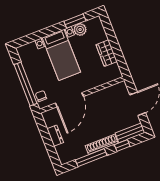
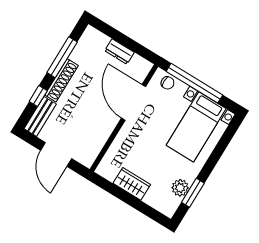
bed with nightstands: (61, 55) -> (196, 127), moved, turned -90

